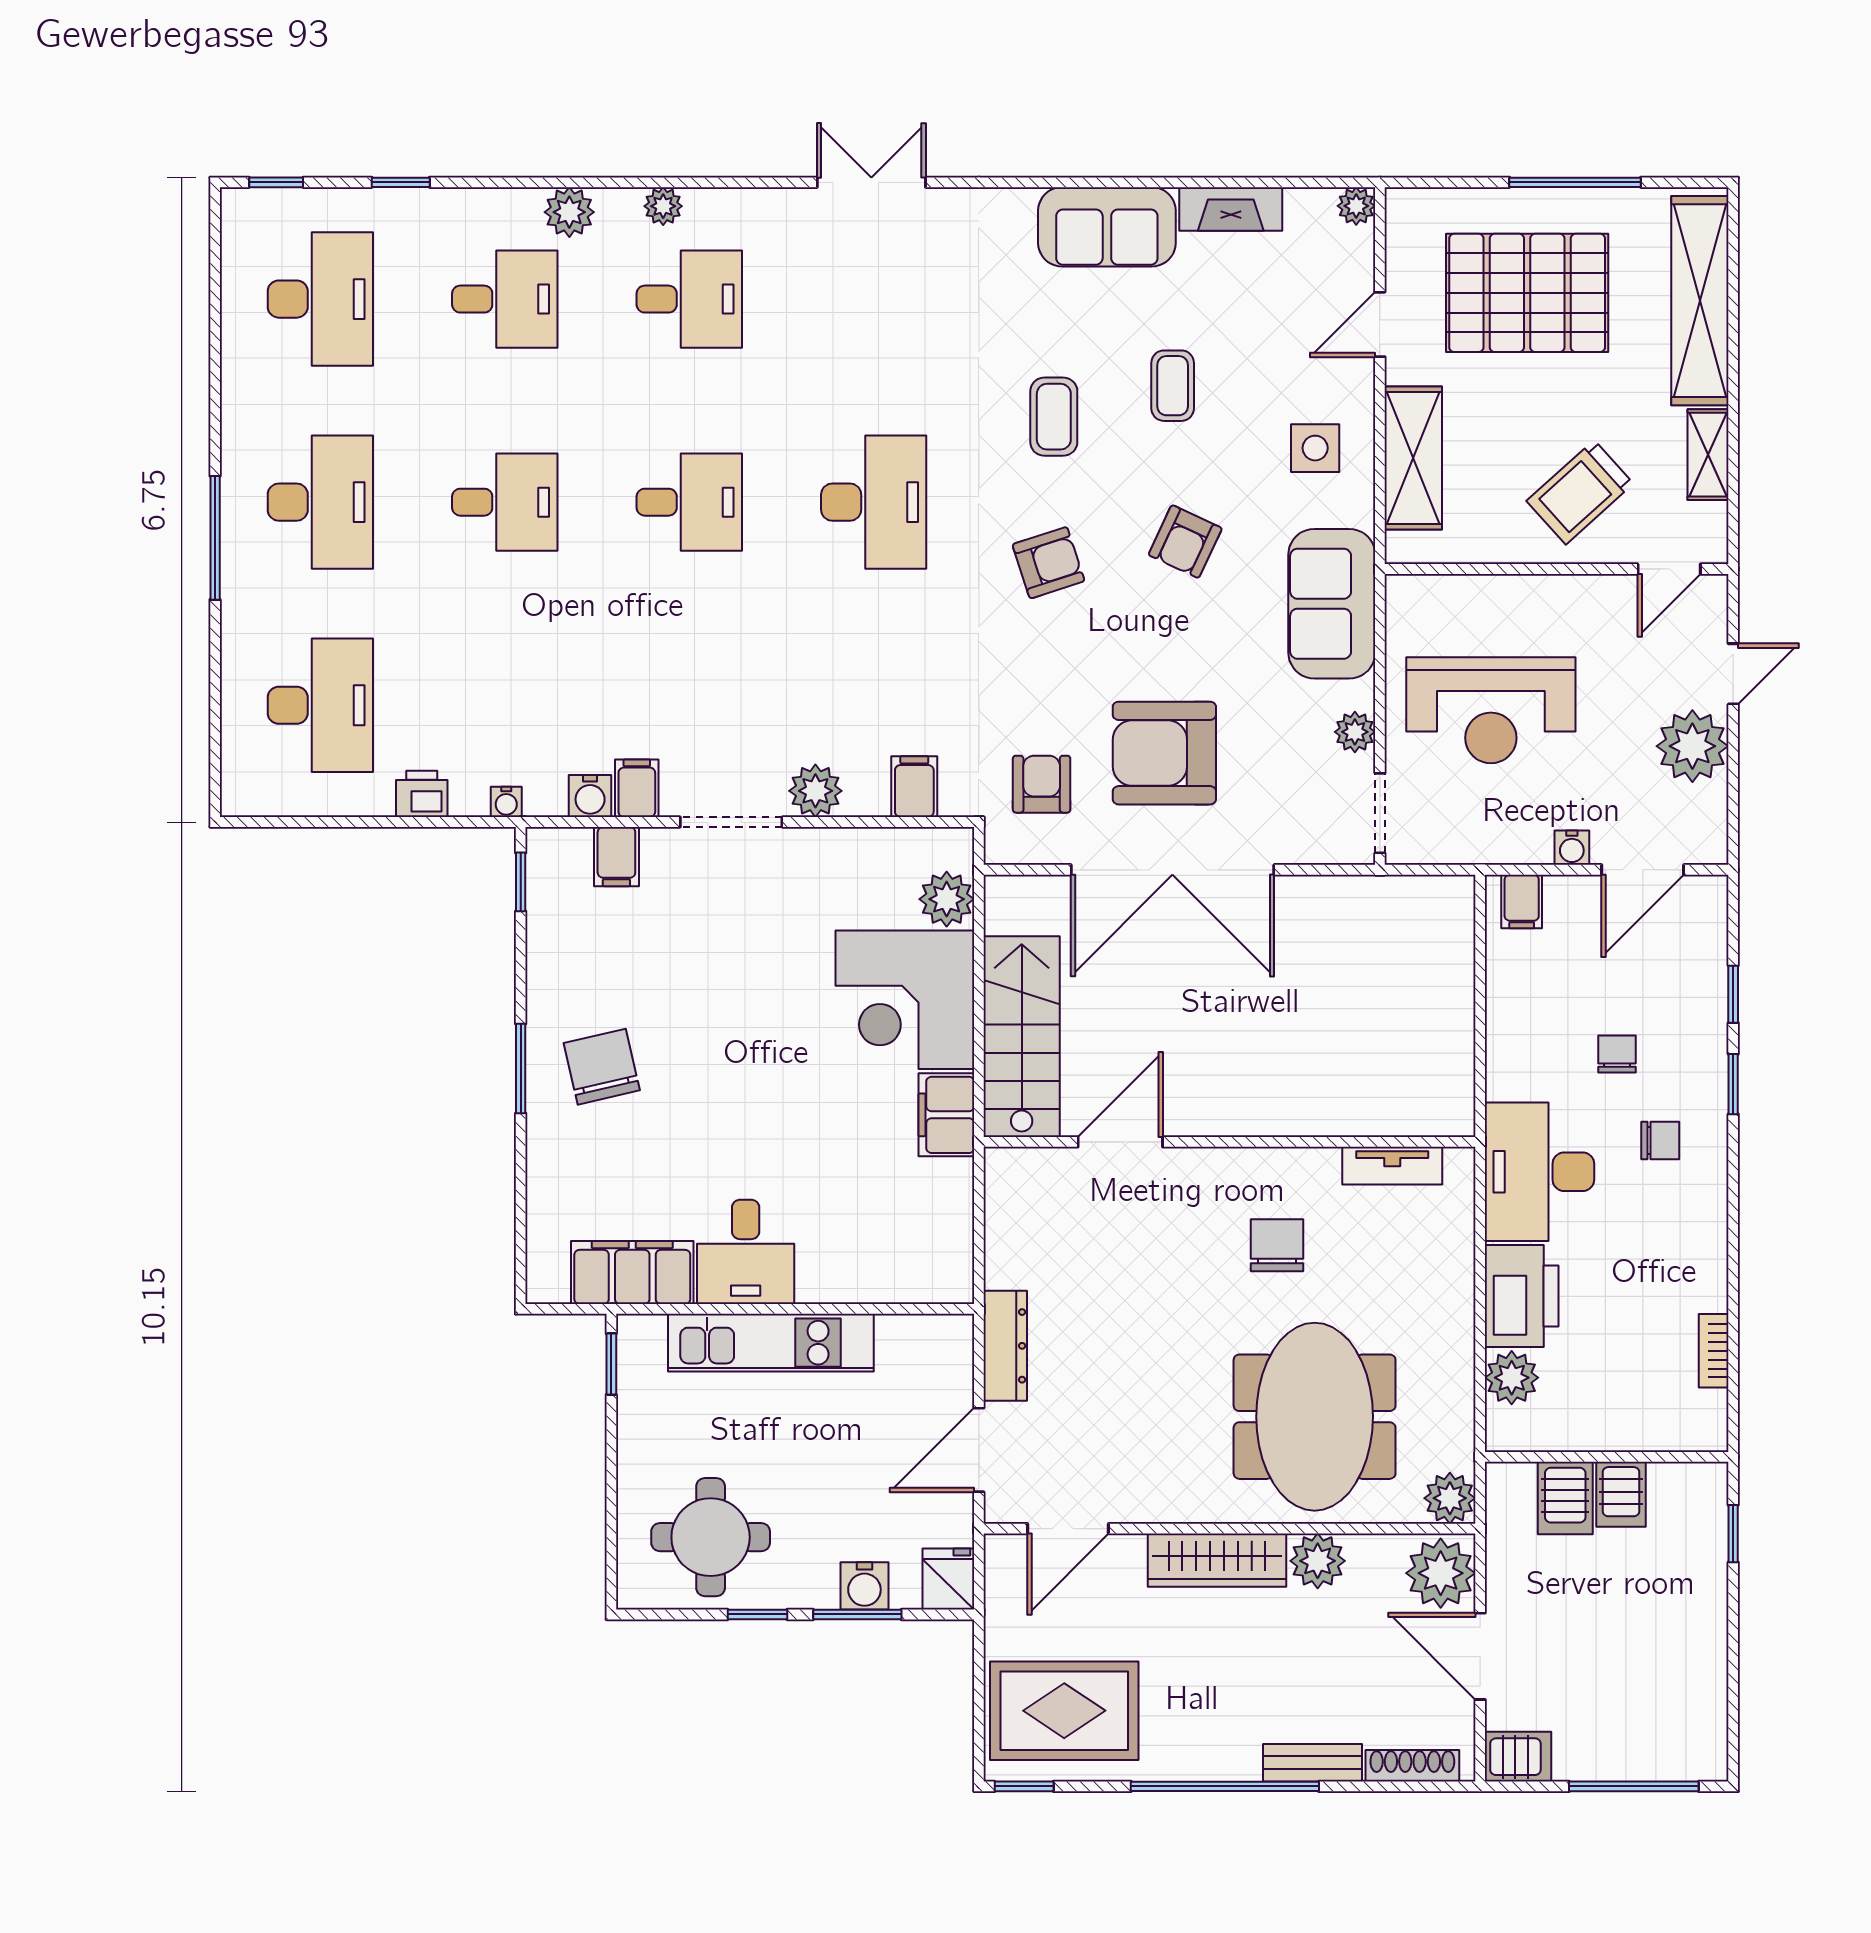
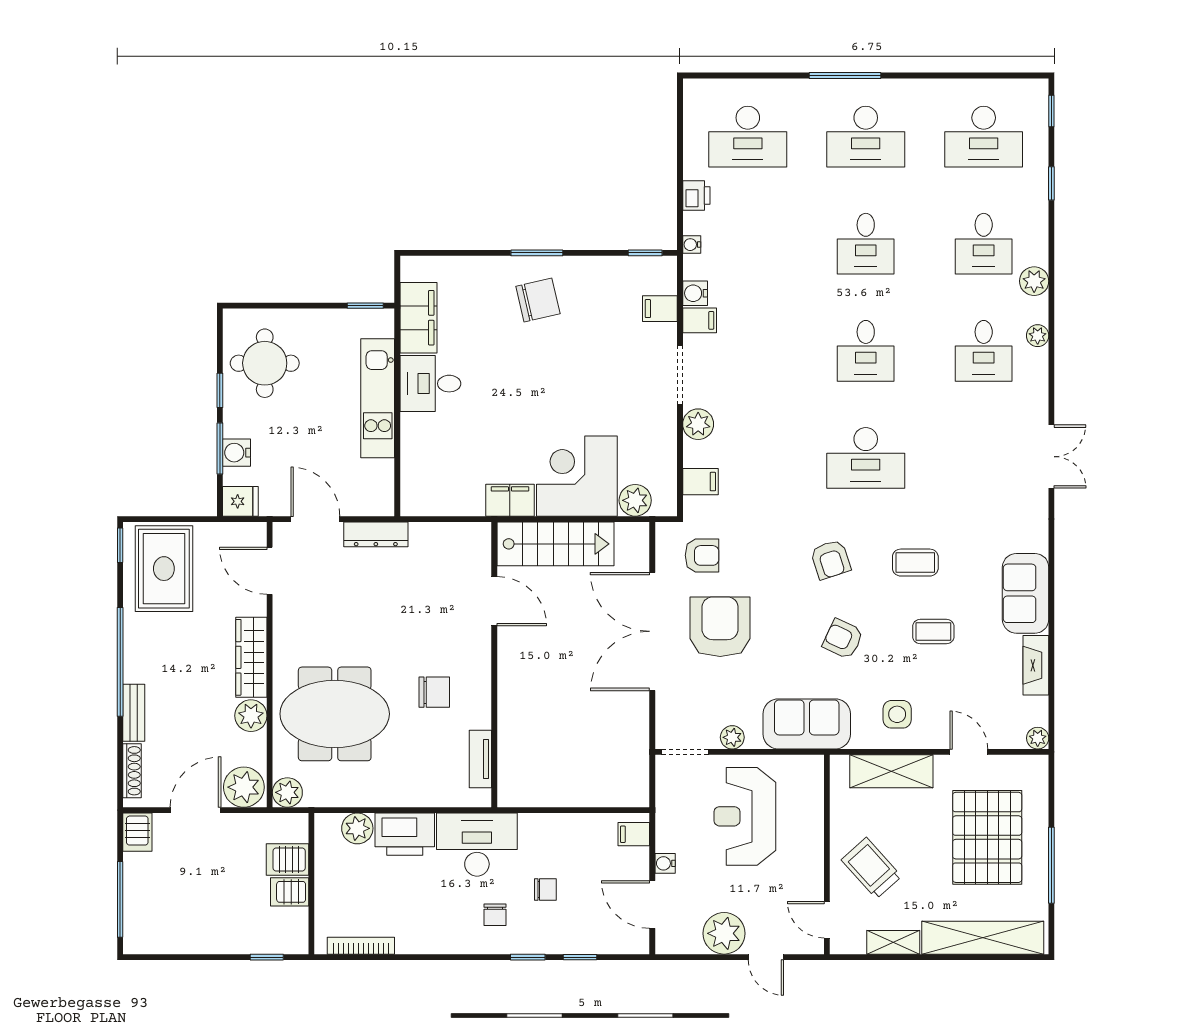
bookcase: (1714, 1351) -> (361, 946), width x1.56

